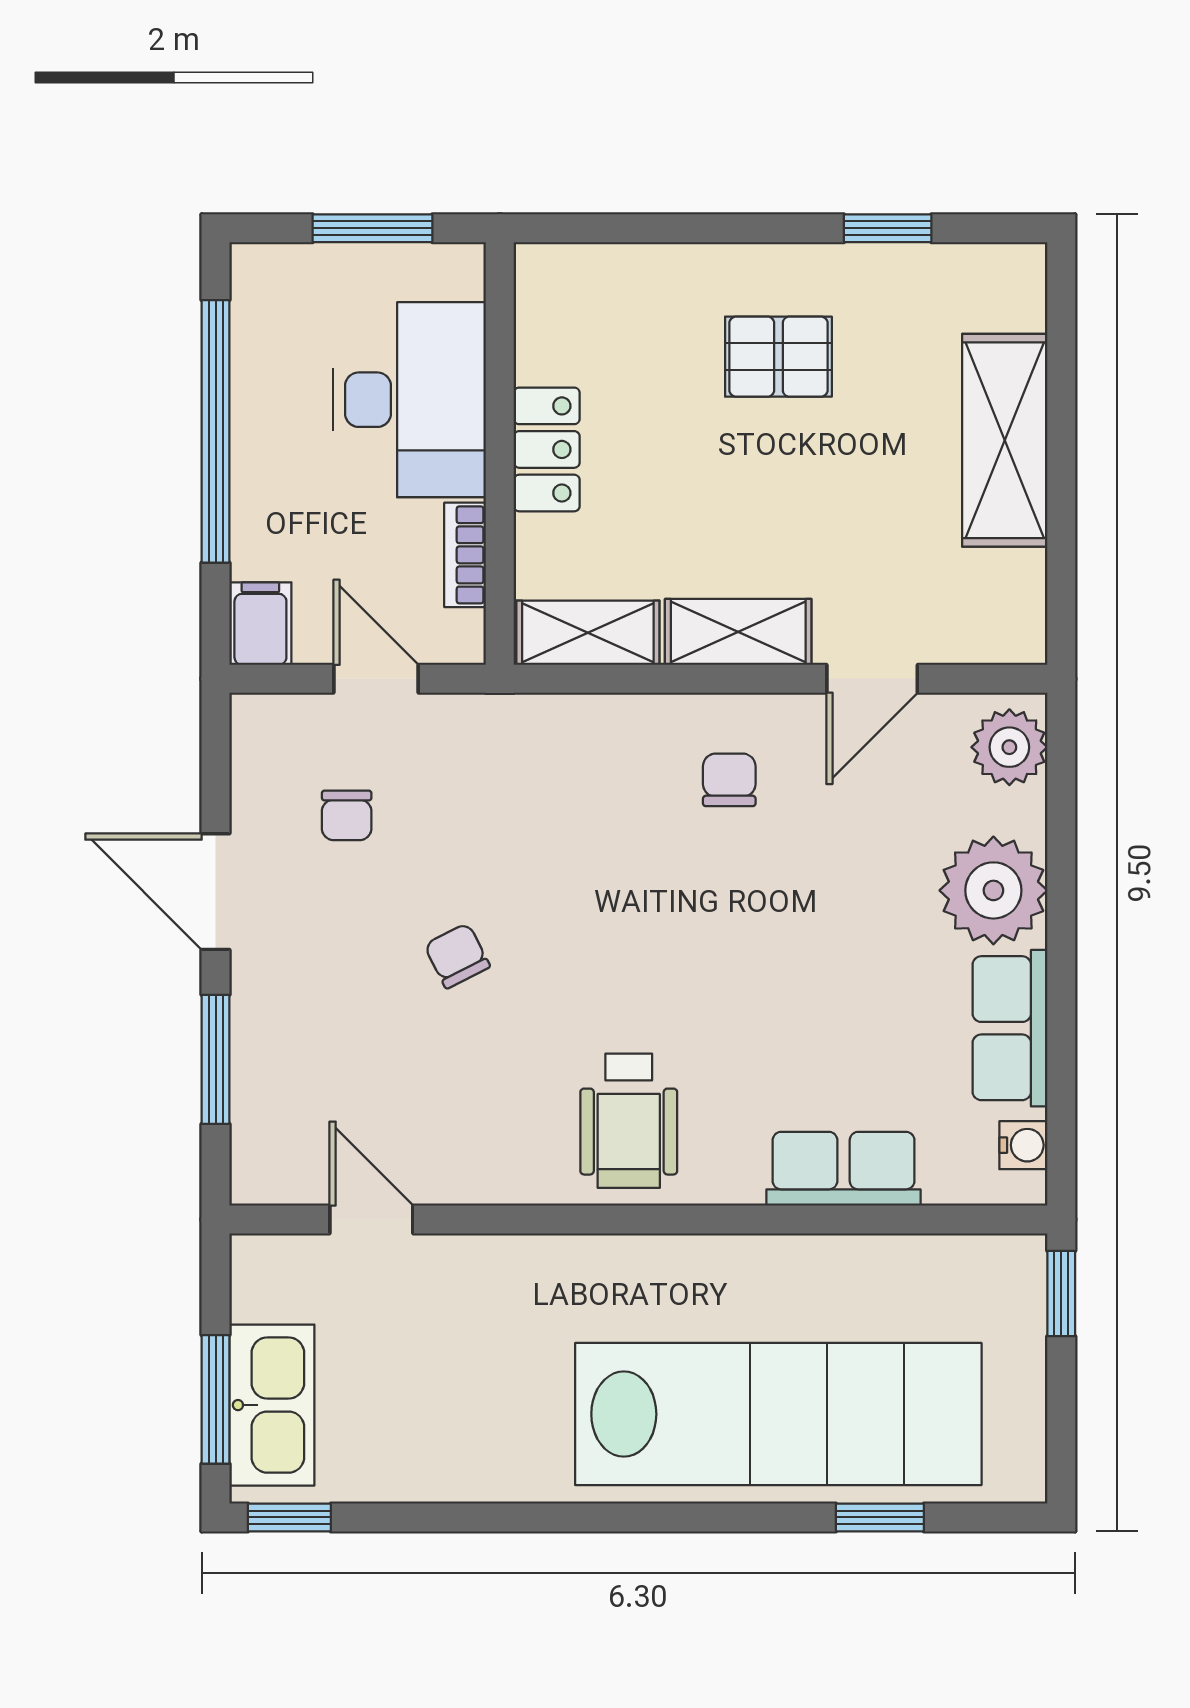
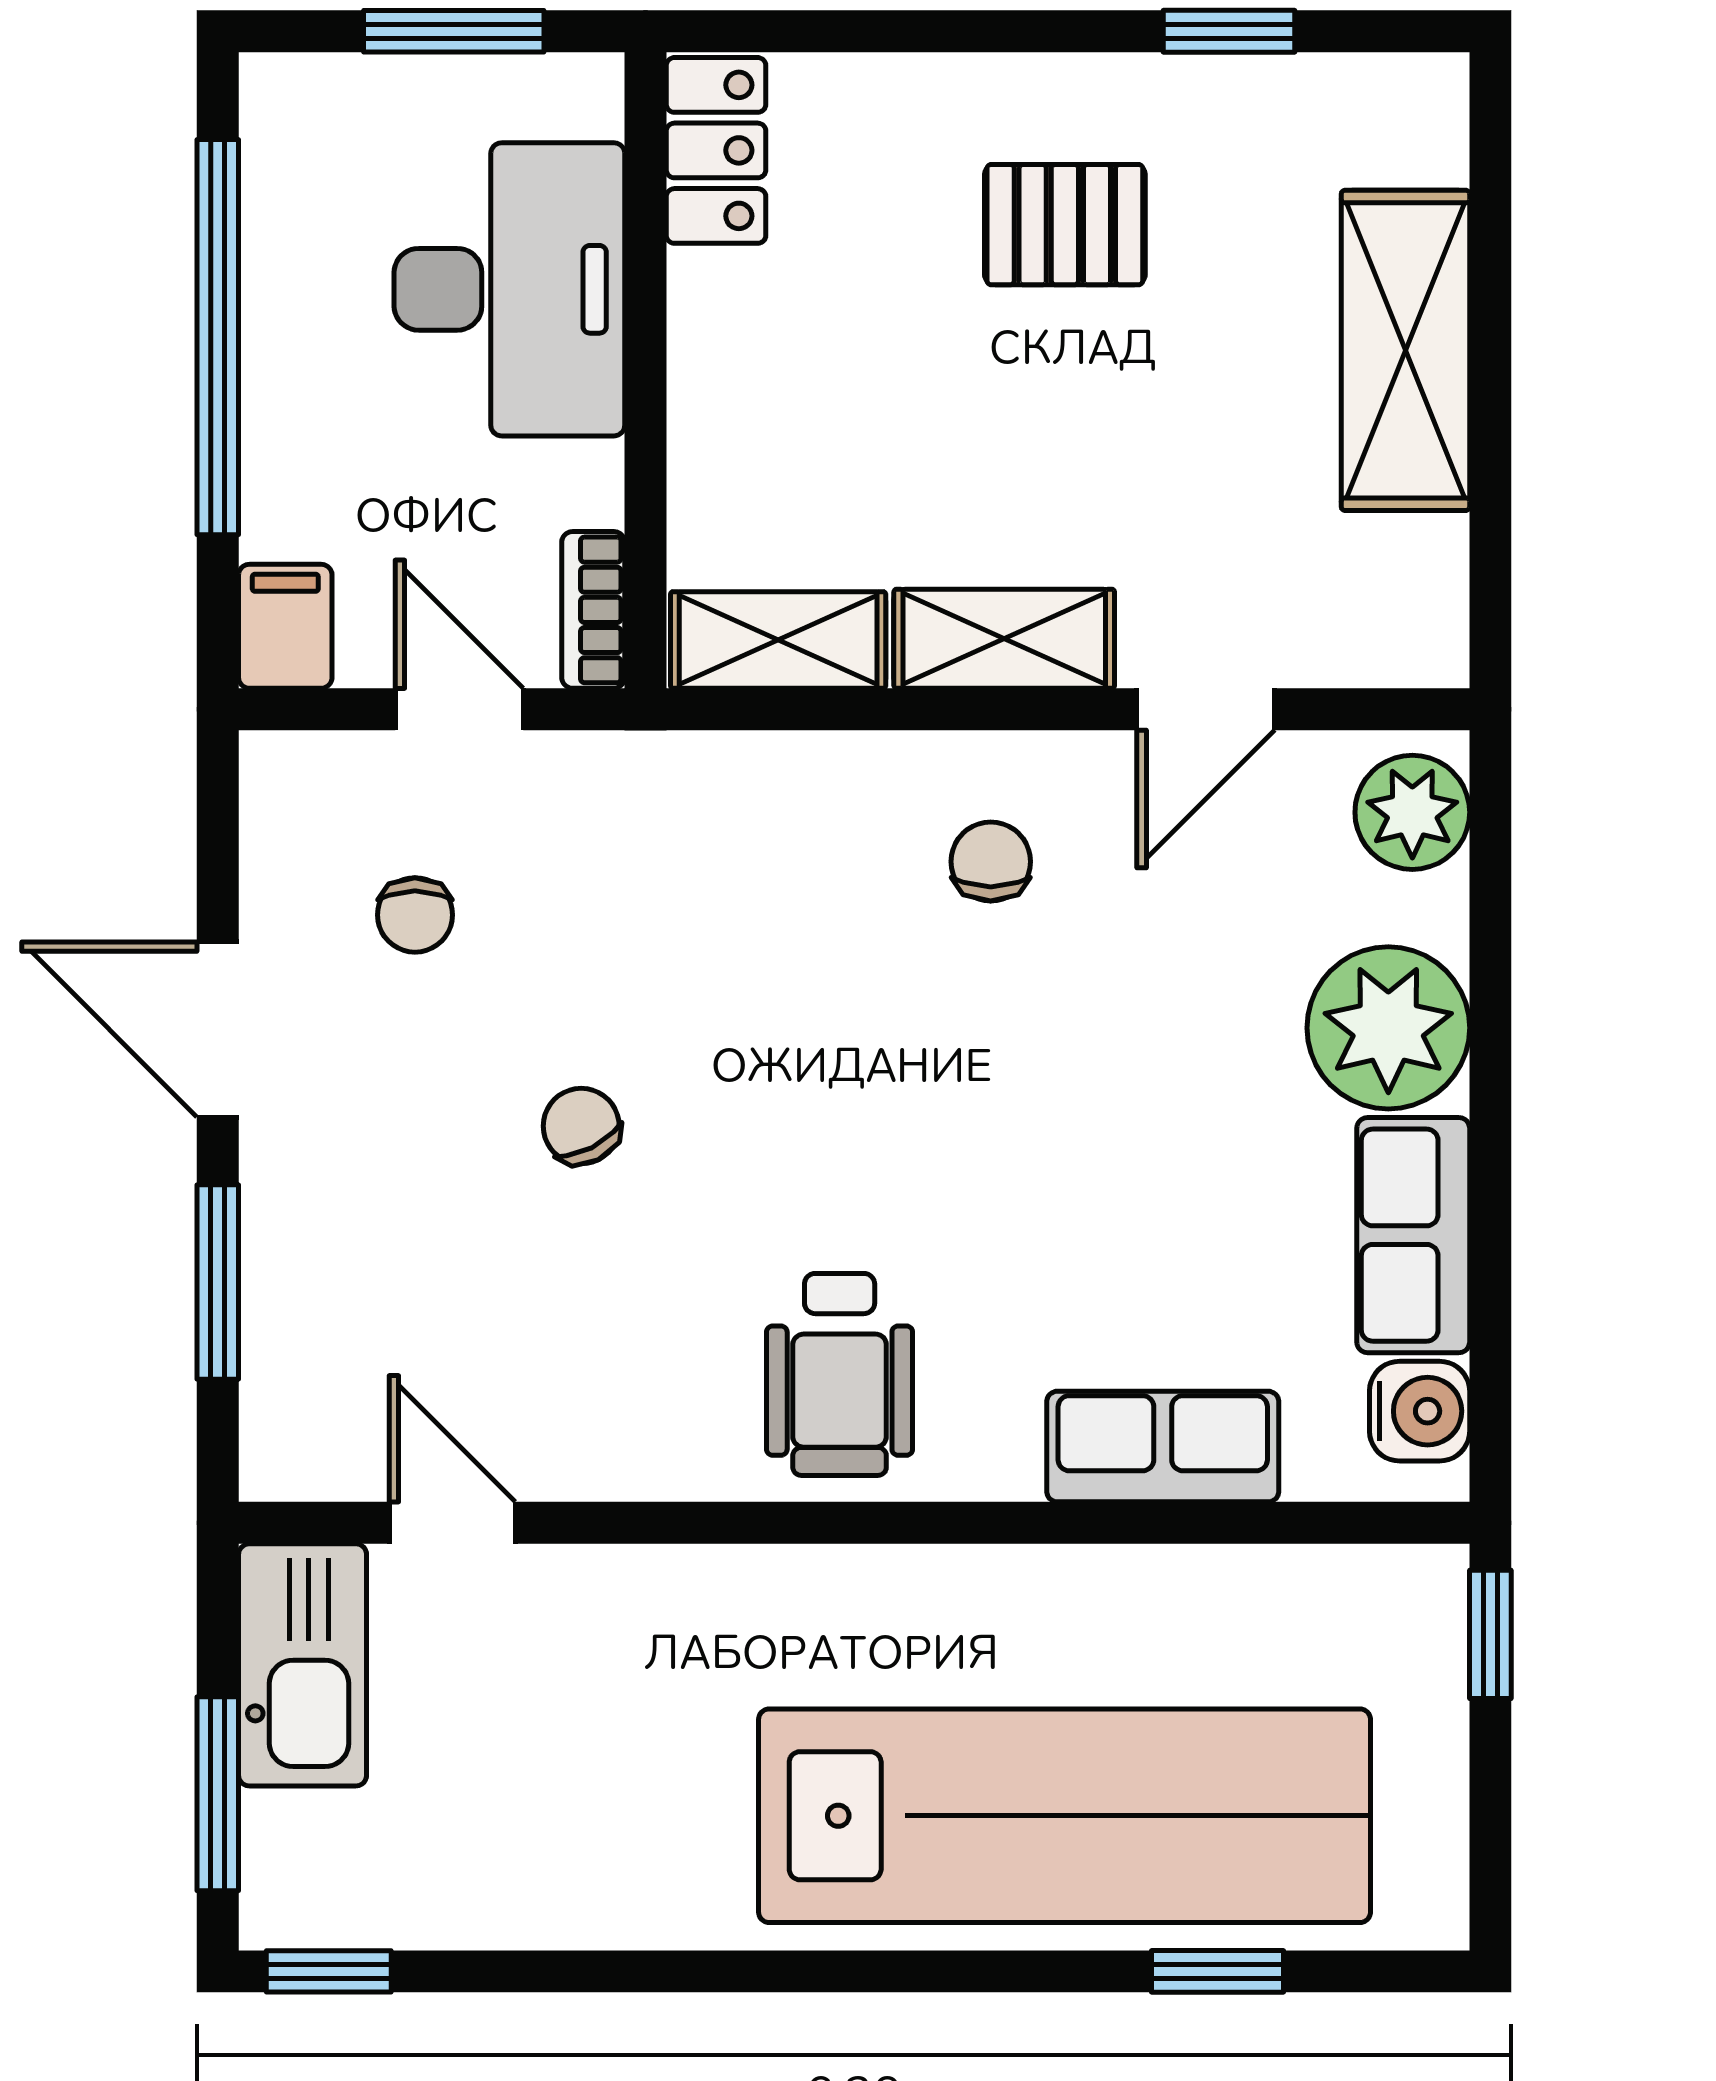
locker: (547, 449) -> (716, 150), moved
bookcase: (465, 555) -> (593, 610), moved
water cooler: (1023, 1145) -> (1420, 1411), width x1.38, depth x1.38
kitchen sink: (272, 1405) -> (303, 1665), moved

